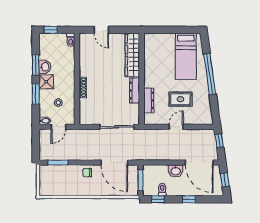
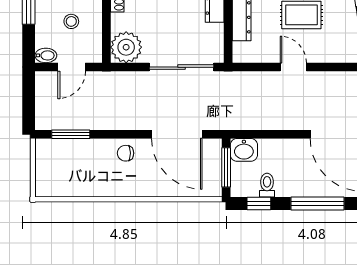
plant: (87, 116) -> (126, 47), added
door: (176, 127) -> (293, 67), hinge flipped
washbasin: (176, 171) -> (244, 150), moved
window: (189, 199) -> (318, 204), width x2.17

